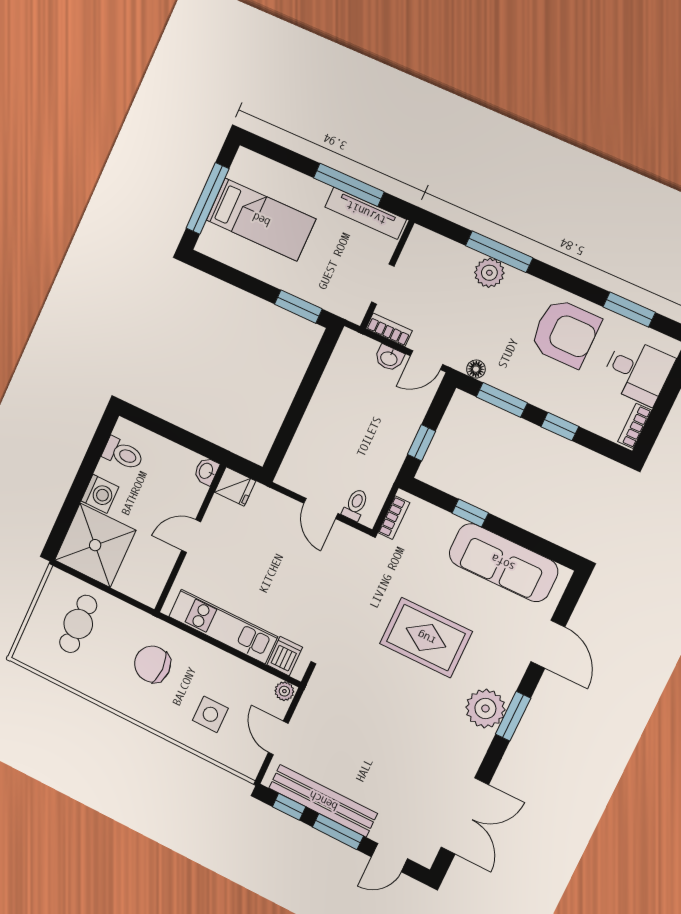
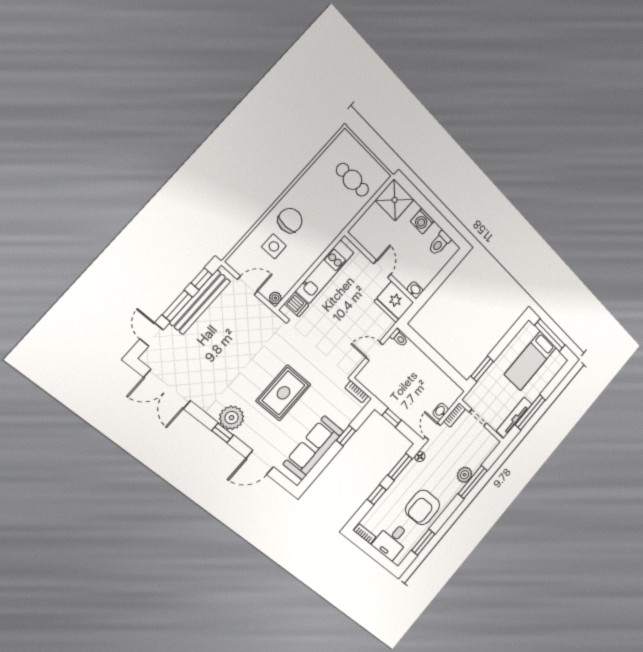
fridge: (235, 487) -> (394, 302), width x1.88, depth x1.34
toilet: (355, 505) -> (399, 338), moved
shower: (95, 545) -> (395, 200), width x0.73, depth x0.73
chair: (152, 664) -> (290, 221), moved
window: (513, 716) -> (223, 433), width x0.67

